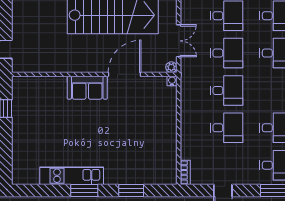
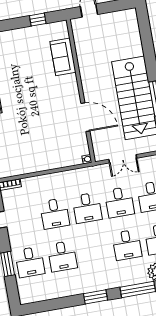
plant: (171, 67) -> (99, 156), removed
sofa: (87, 88) -> (63, 57), moved

